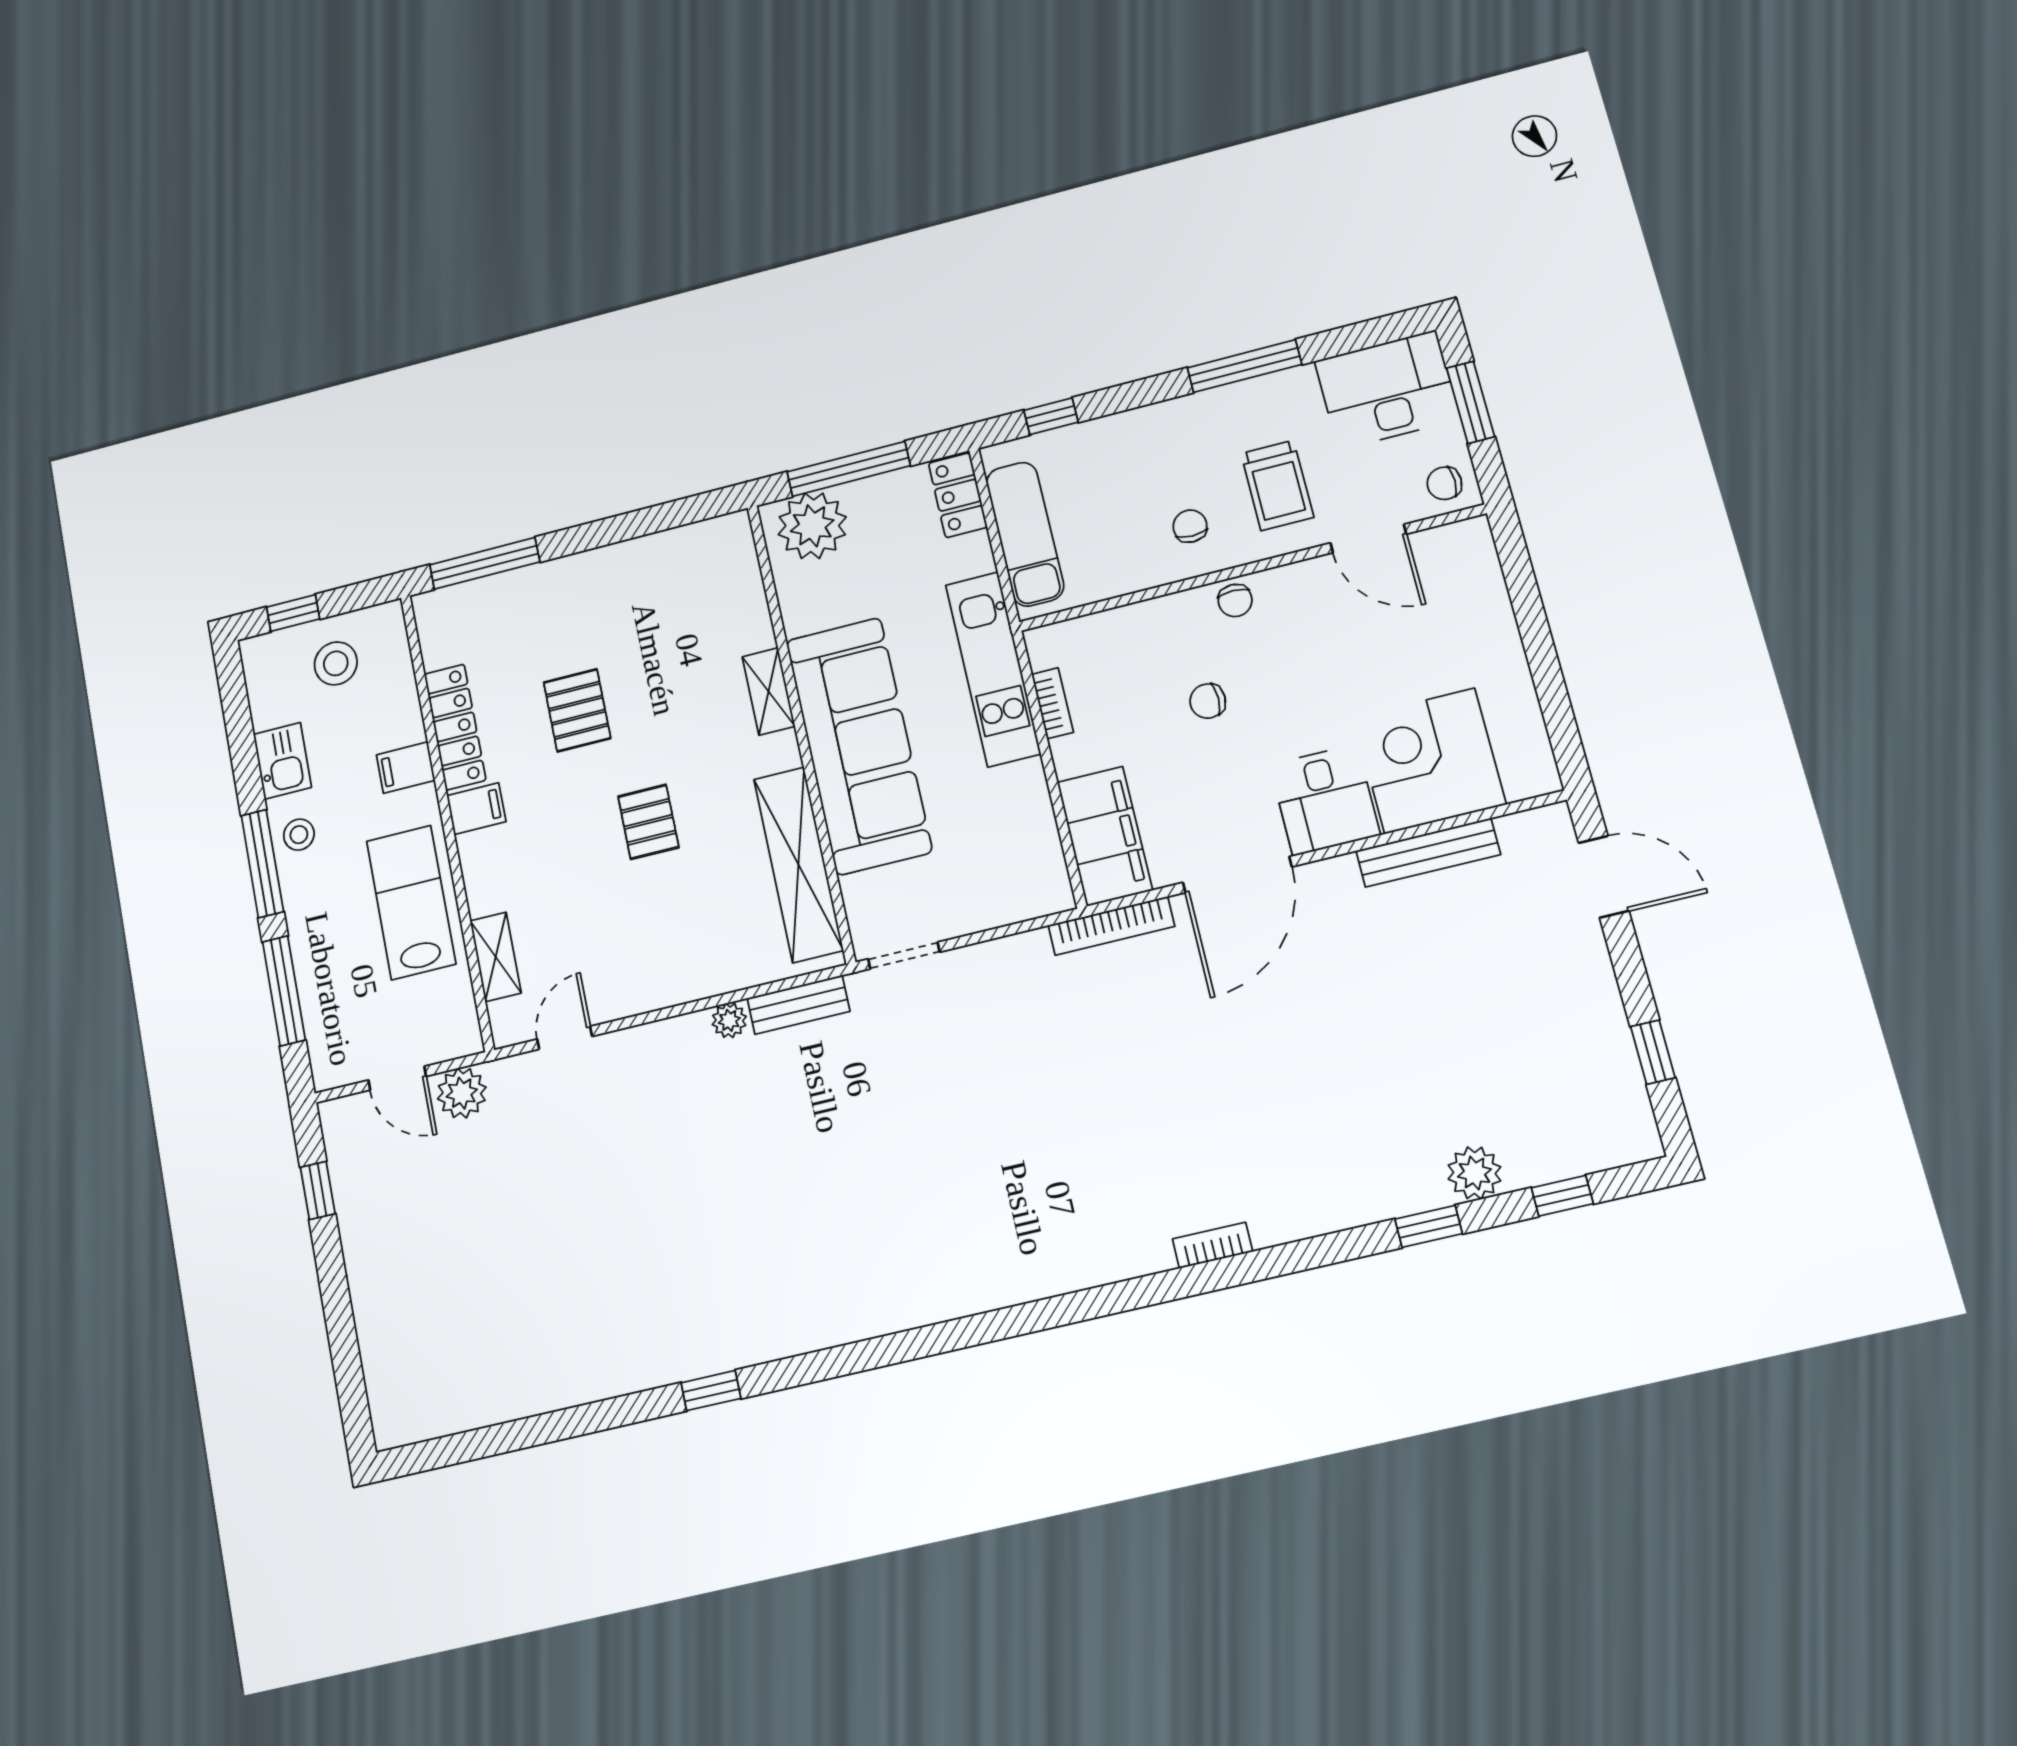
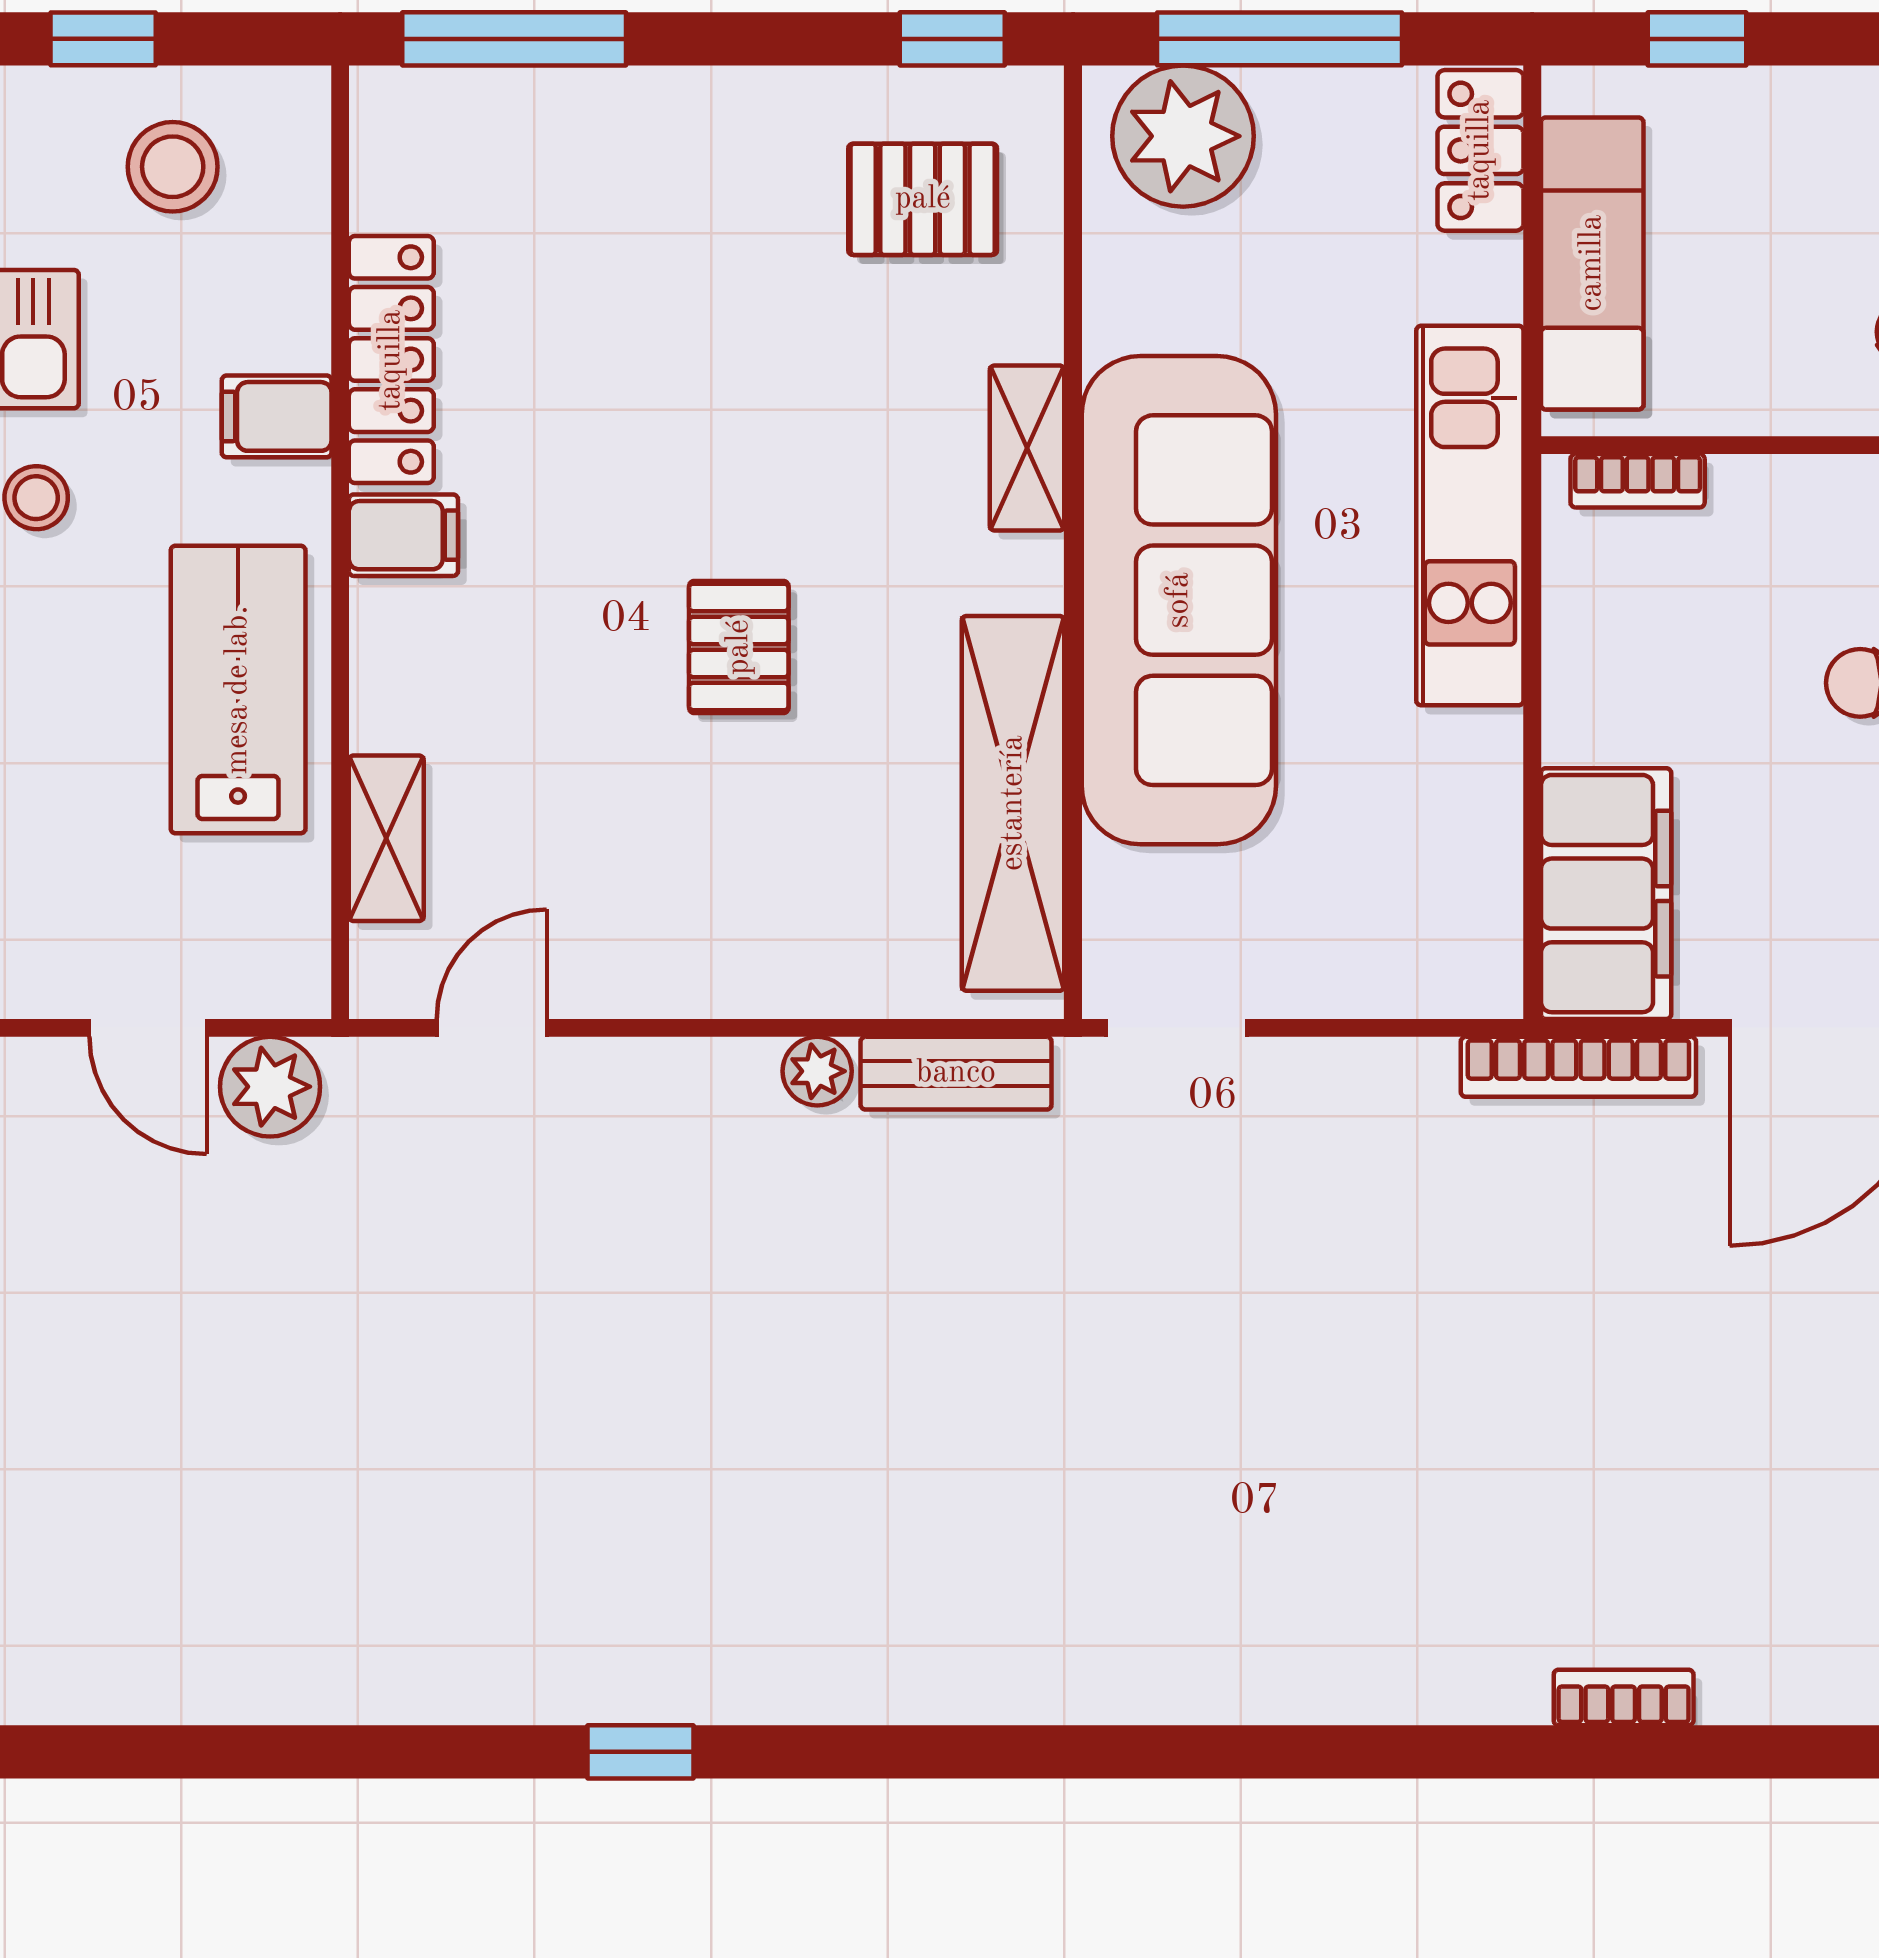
window: (692, 509) -> (952, 39), added
bookcase: (1053, 703) -> (1638, 481), moved, turned 90
pallet: (577, 710) -> (923, 199), moved, turned 90

